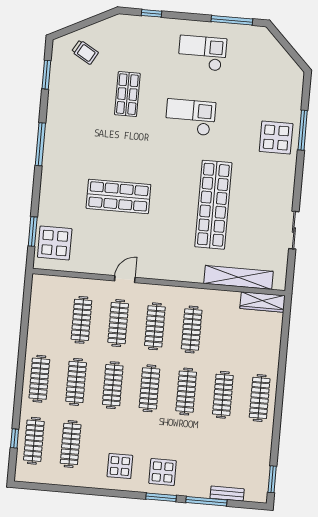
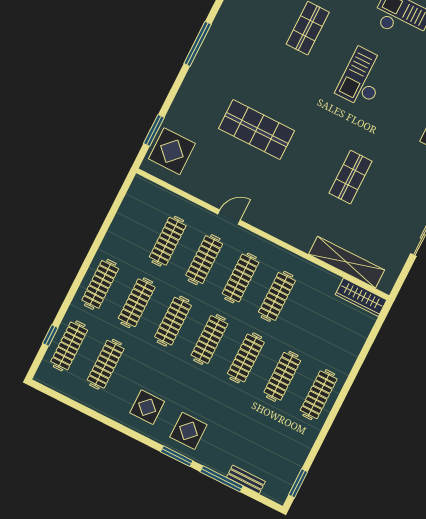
checkout: (190, 117) -> (363, 78), turned -90
shop shelf: (213, 205) -> (351, 177), width x0.50, depth x0.74

